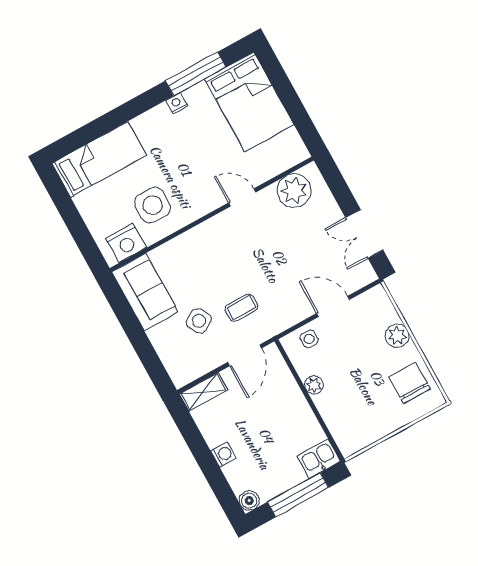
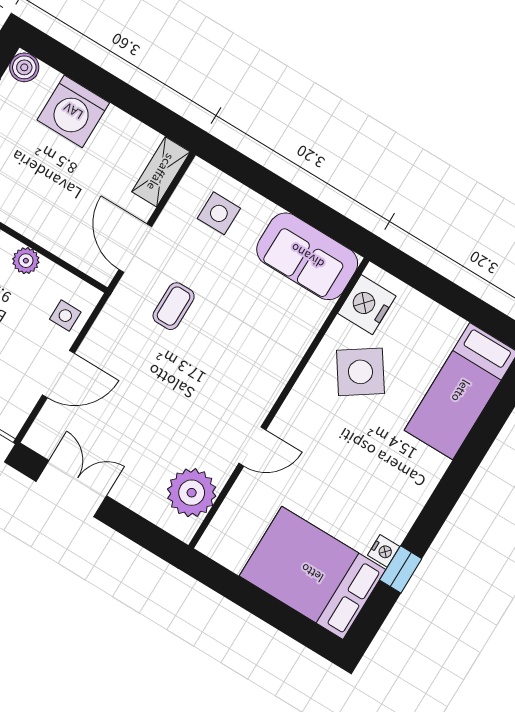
window: (196, 74) -> (401, 569), width x0.46
nightstand: (177, 103) -> (384, 551), moved
side table: (153, 205) -> (360, 372), turned -34
side table: (199, 321) -> (219, 213), moved, turned 32
washing machine: (223, 454) -> (73, 111), width x1.89, depth x1.89

